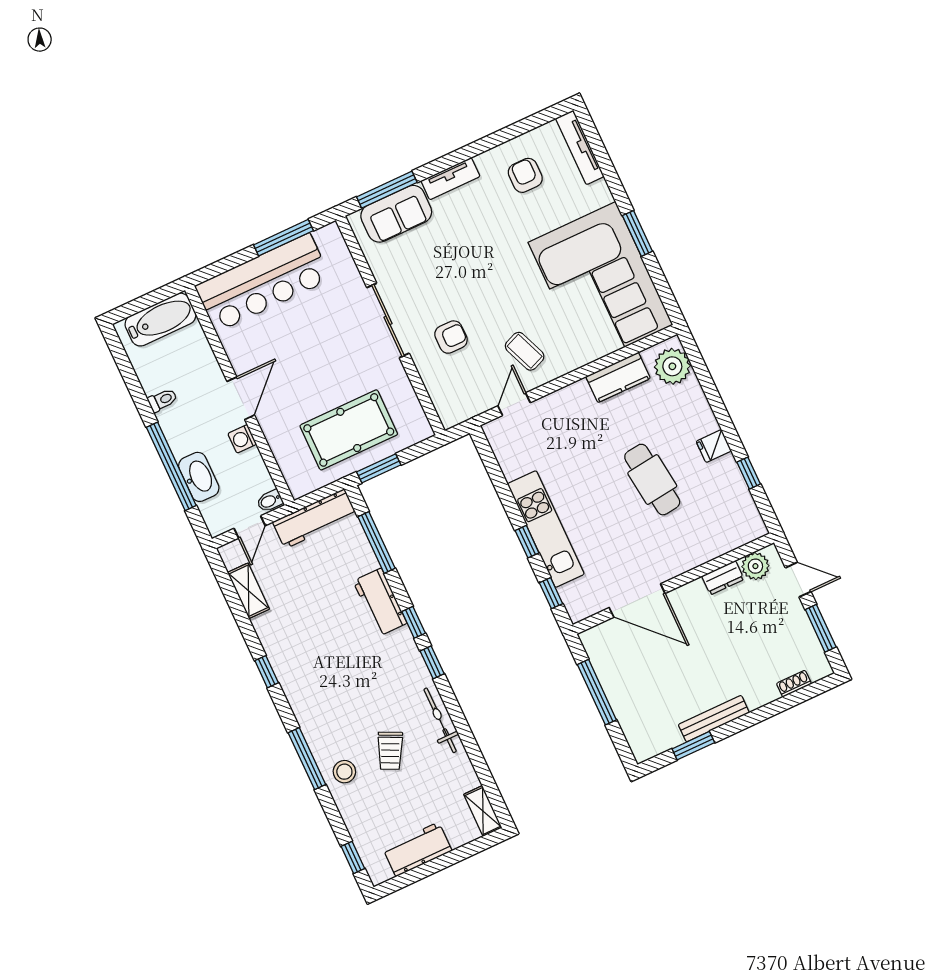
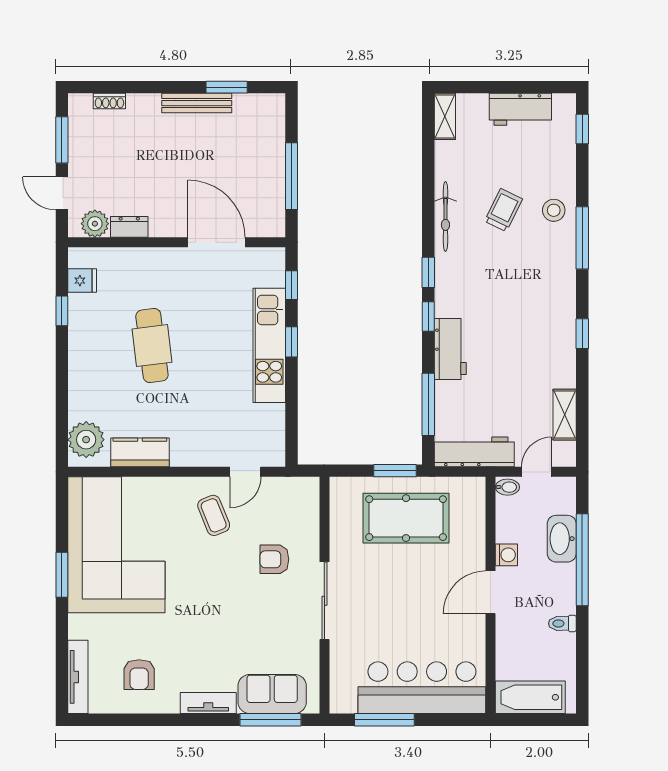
fridge: (714, 446) -> (82, 281), moved

